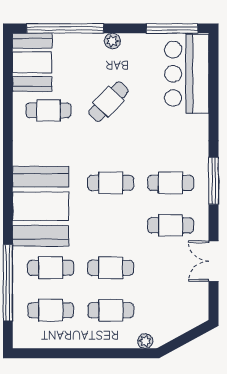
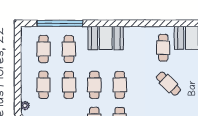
booth: (41, 206) -> (106, 38), width x0.73, depth x0.70
cafe table: (111, 225) -> (94, 85), added

